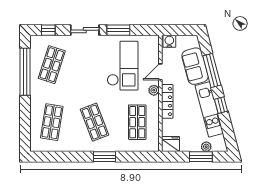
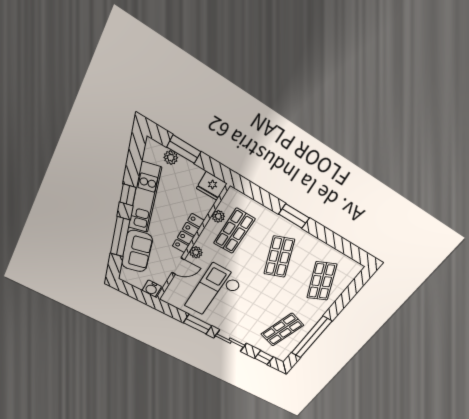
shop shelf: (52, 122) -> (322, 281), turned -33
plant: (154, 126) -> (218, 216), added

